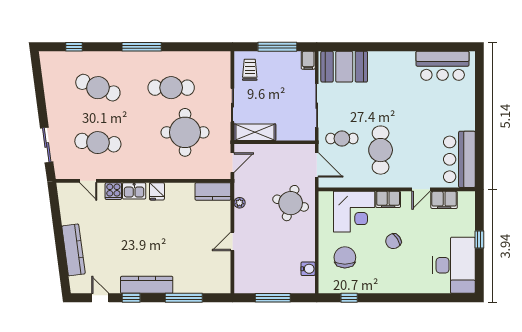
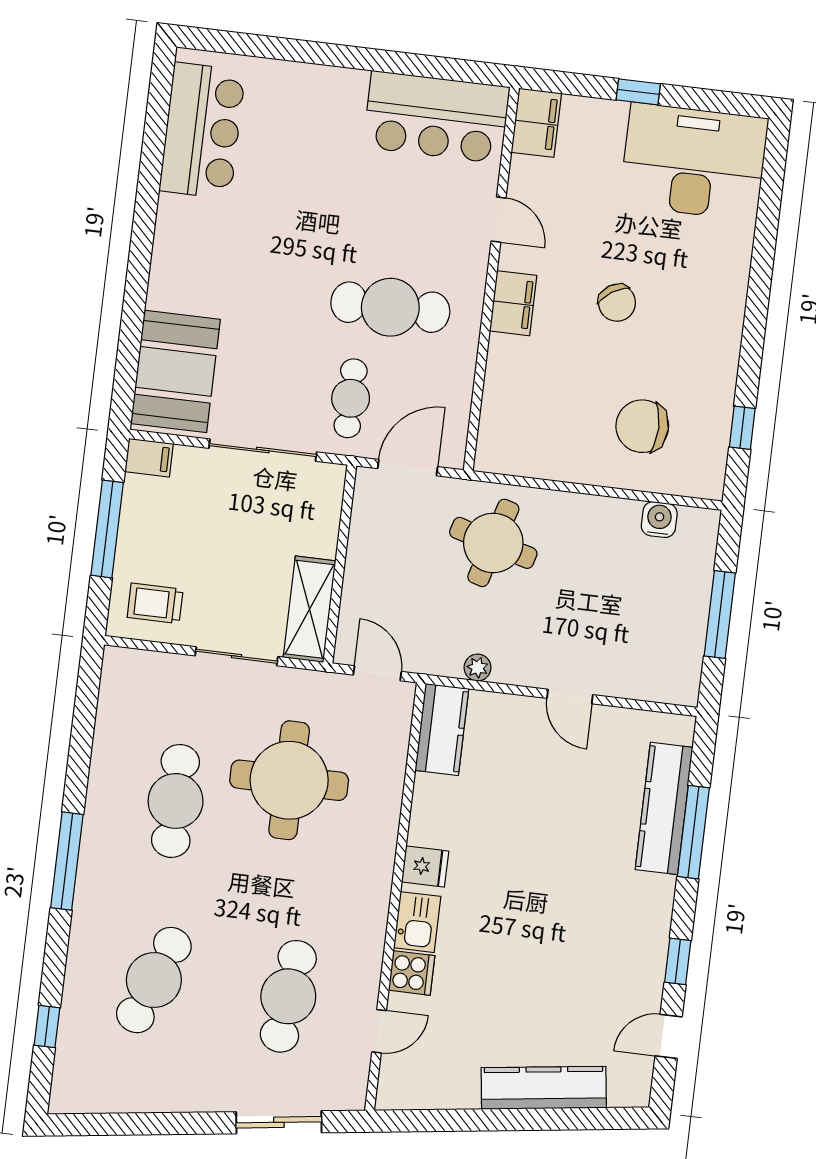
filing cabinet: (444, 200) -> (536, 123), moved
corner desk: (354, 212) -> (533, 390), removed
kitchen counter: (147, 285) -> (664, 808), moved

